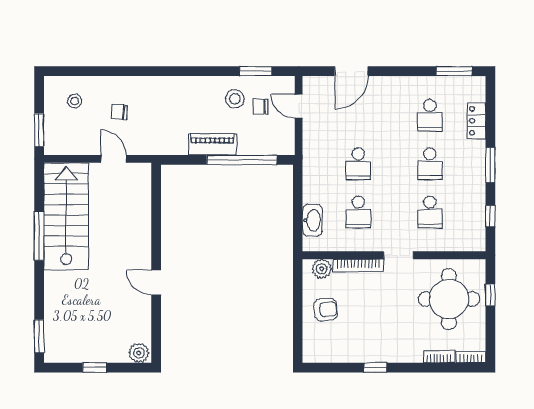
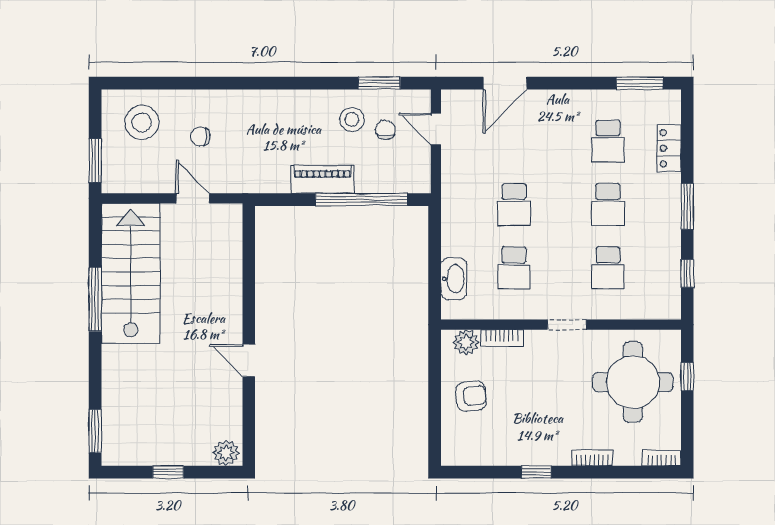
stool: (75, 101) -> (142, 122), width x1.89, depth x1.89
chair: (260, 107) -> (385, 130), turned 90
bookcase: (358, 265) -> (502, 338), width x0.64
bookcase: (439, 357) -> (592, 458), moved

